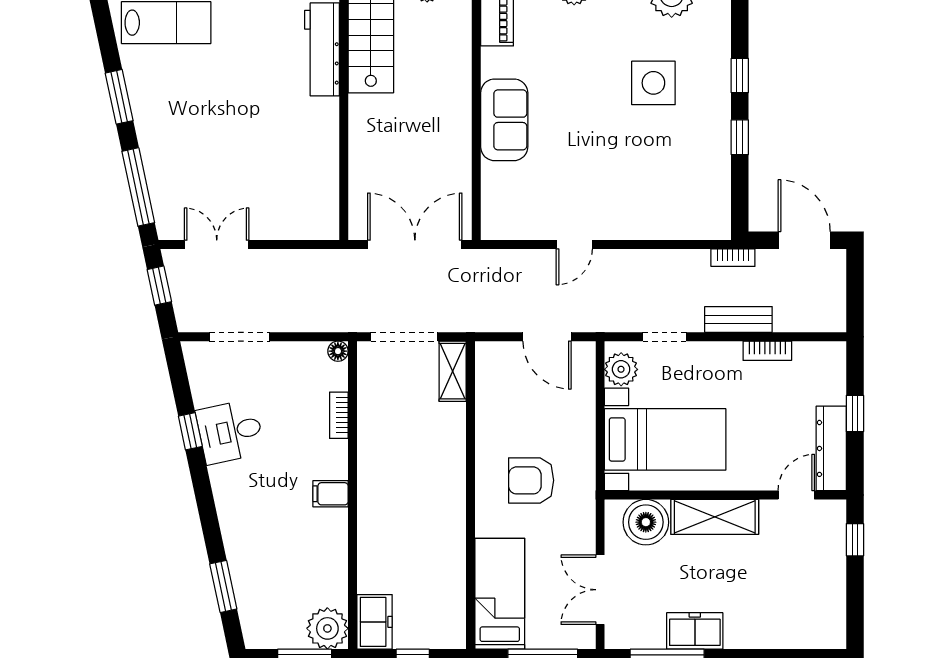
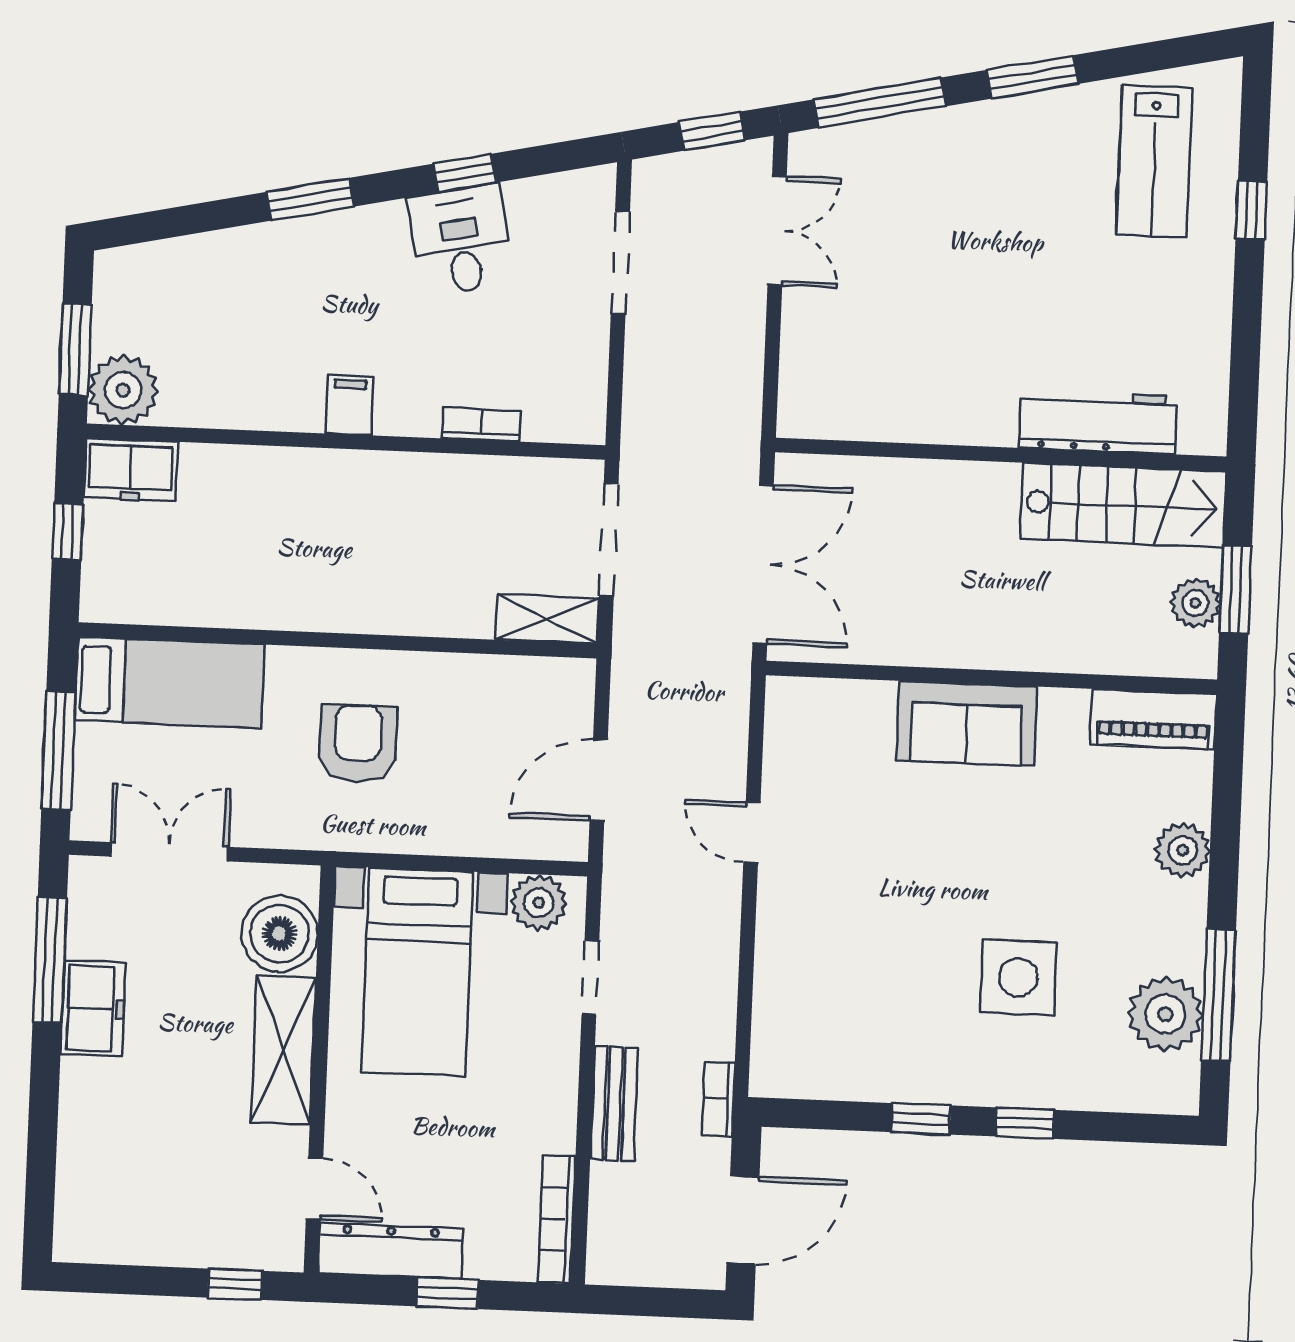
floor lamp: (338, 351) -> (589, 427), removed
bookcase: (767, 351) -> (557, 1219), moved, width x1.56
window: (223, 586) -> (310, 199), moved

